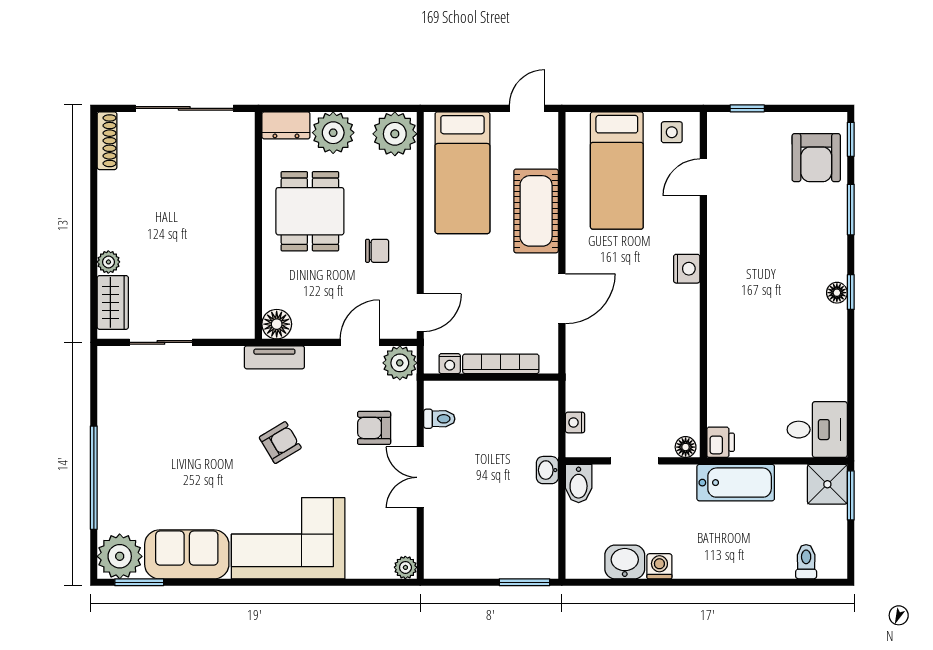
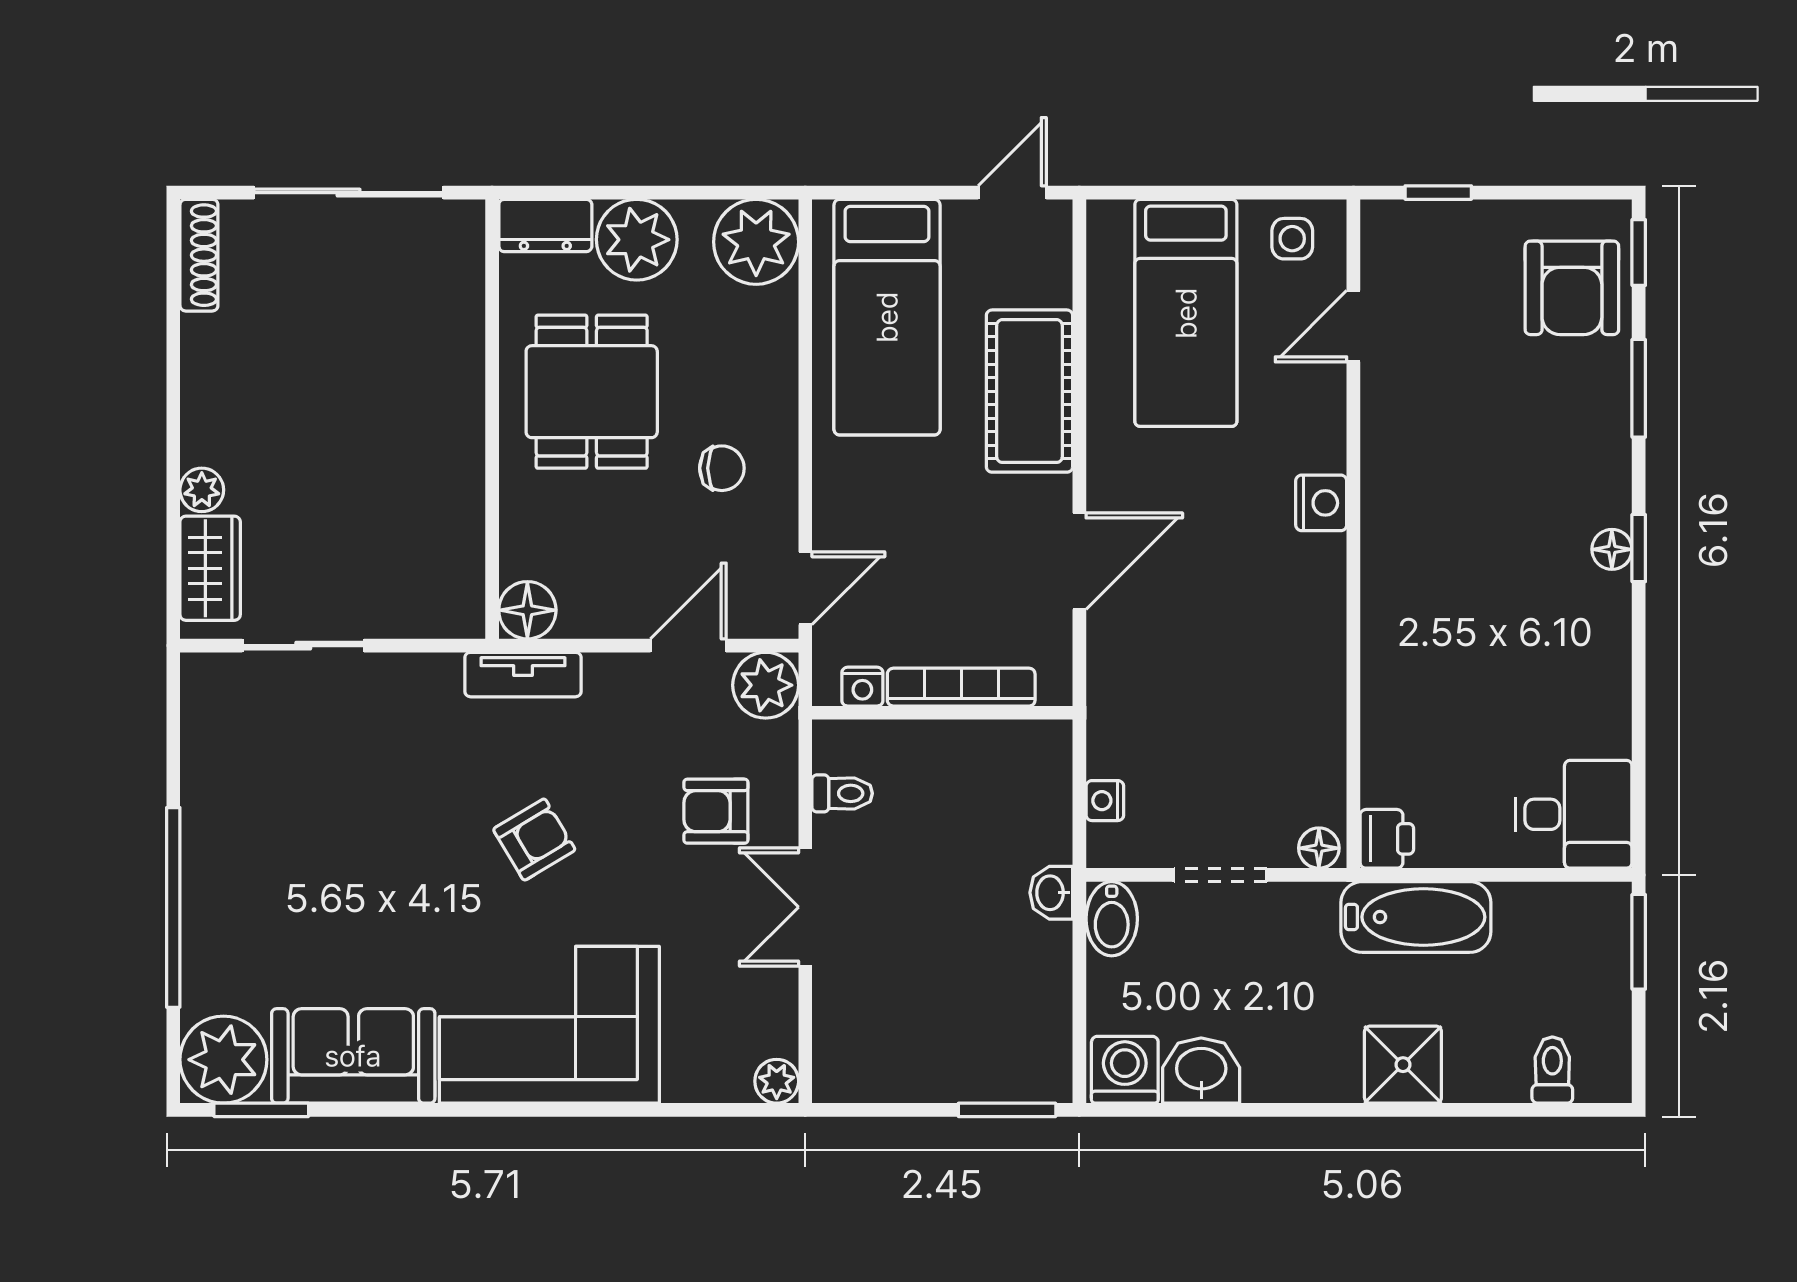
shower: (827, 484) -> (1403, 1065), moved
washing machine: (659, 566) -> (1125, 1070), moved, width x1.38, depth x1.38

